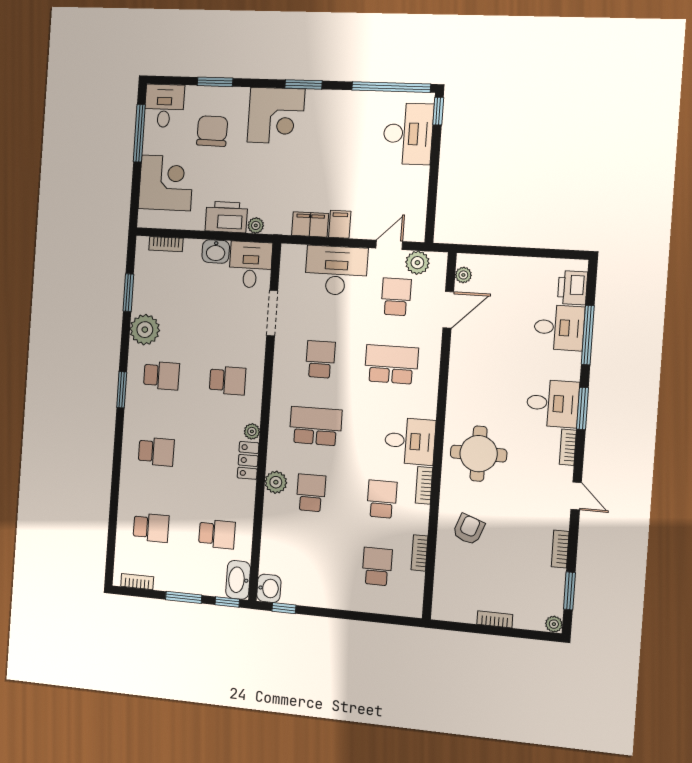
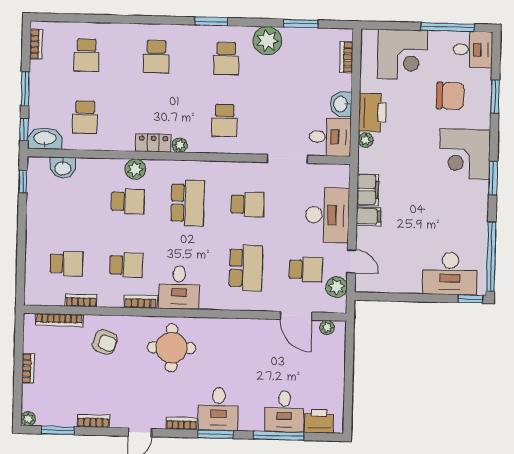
bookcase: (441, 579) -> (59, 320), added
washbasin: (269, 588) -> (63, 168), moved

